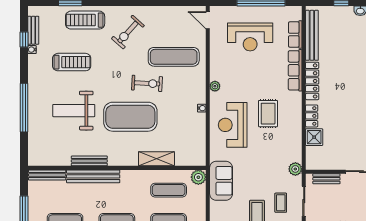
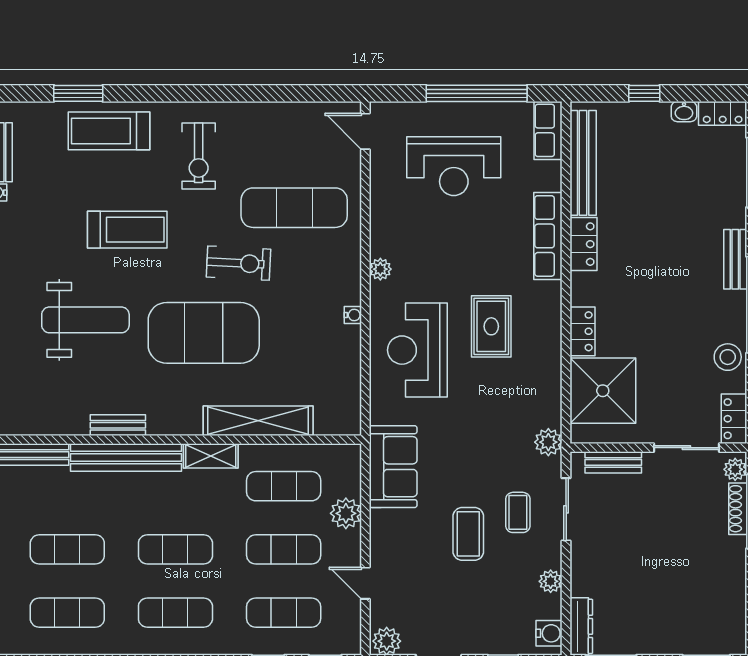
exercise bike: (128, 32) -> (199, 156), turned -42
row of seats: (295, 35) -> (548, 130), moved
treadmill: (72, 62) -> (127, 230), moved
locker: (312, 81) -> (583, 244), width x0.66
weight bench: (74, 111) -> (85, 320), turned 180
shower: (314, 137) -> (603, 391), width x1.86, depth x1.86
shelving: (156, 159) -> (258, 421), width x1.47
bench: (89, 161) -> (118, 425), width x0.73
shelving: (134, 176) -> (211, 456), added
plant: (198, 177) -> (346, 513), moved

